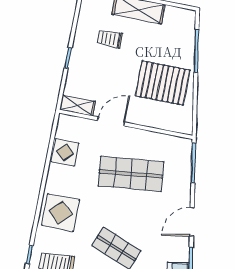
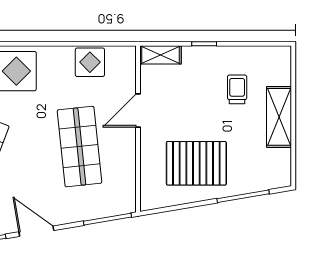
pallet: (163, 83) -> (196, 163), turned 90
shelving: (78, 105) -> (161, 55), moved, turned 90
door: (111, 121) -> (138, 110), swing flipped

